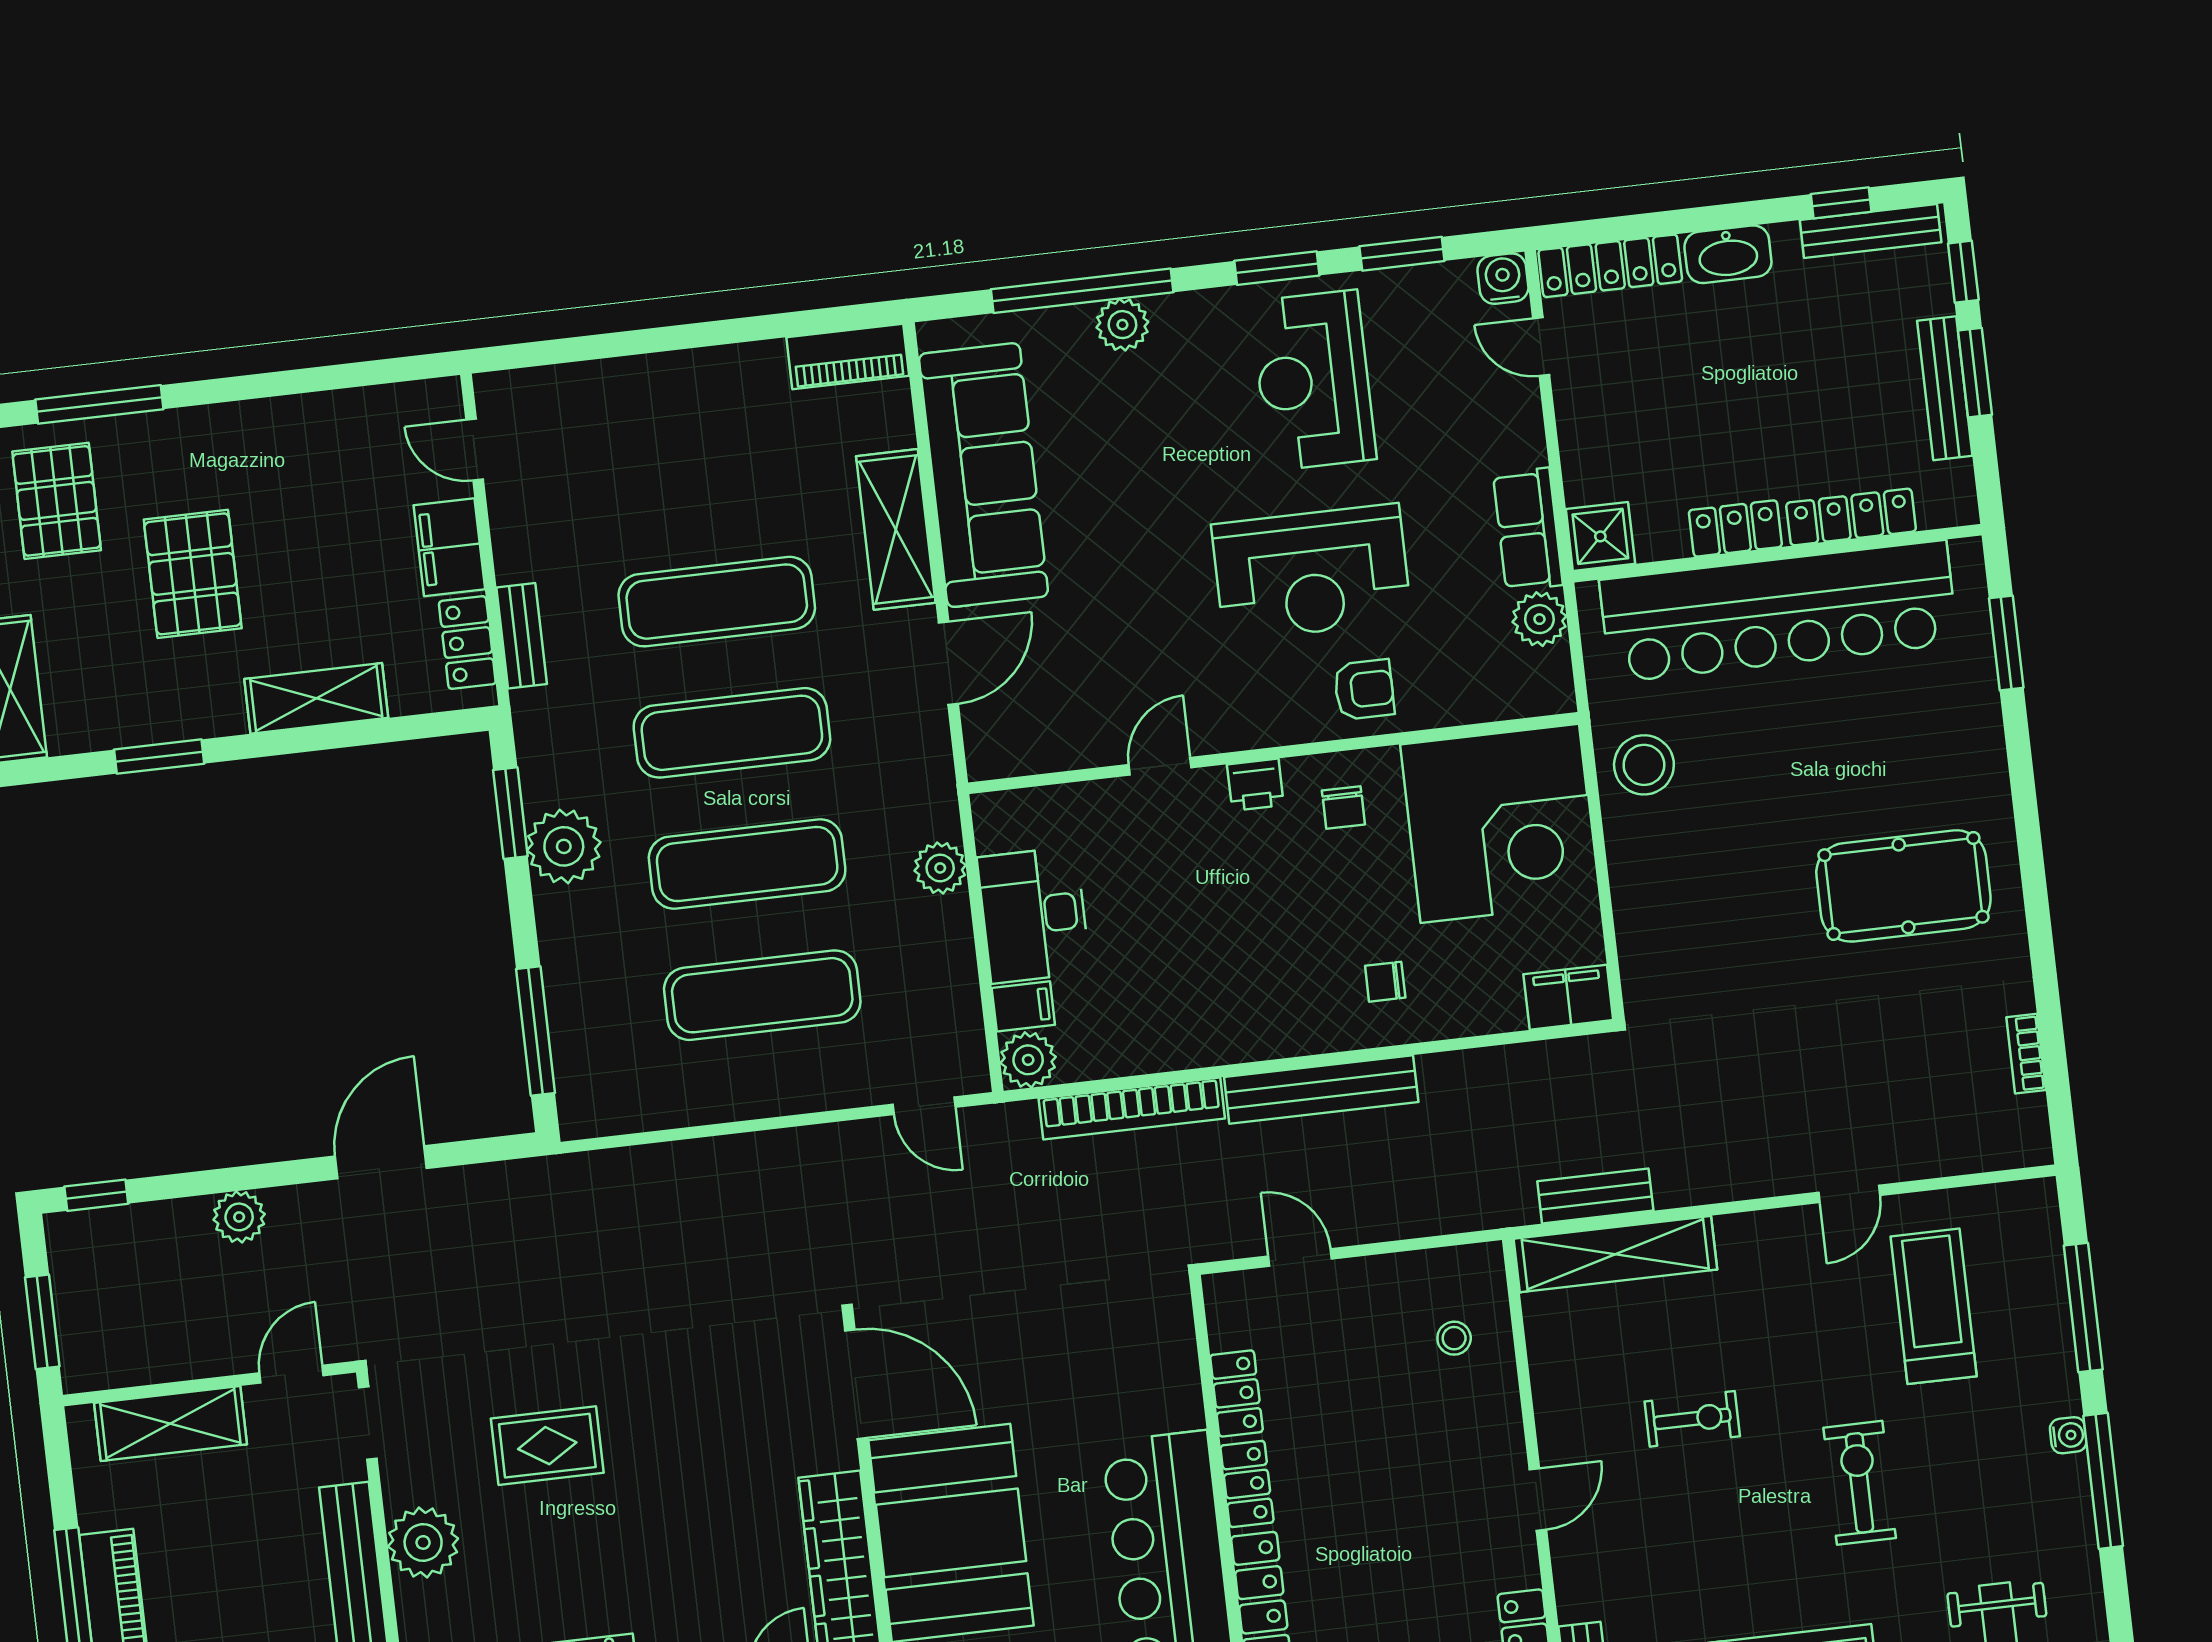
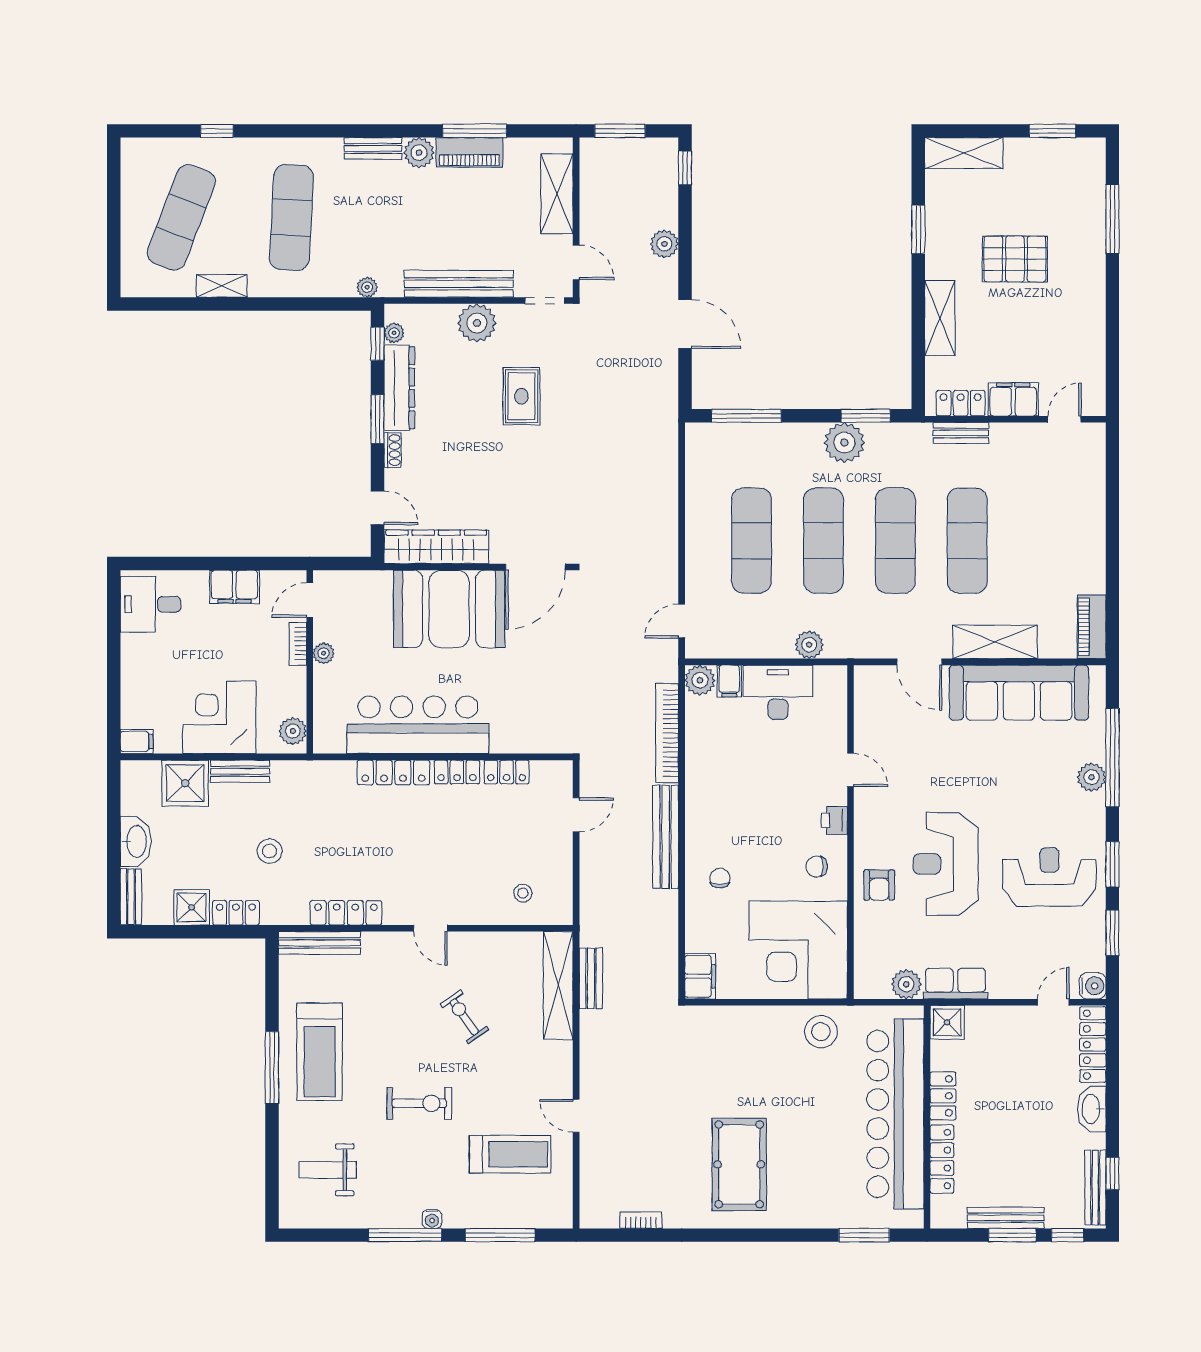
pallet: (57, 501) -> (1063, 190), removed
exercise bike: (1692, 1419) -> (464, 1017), turned 145

